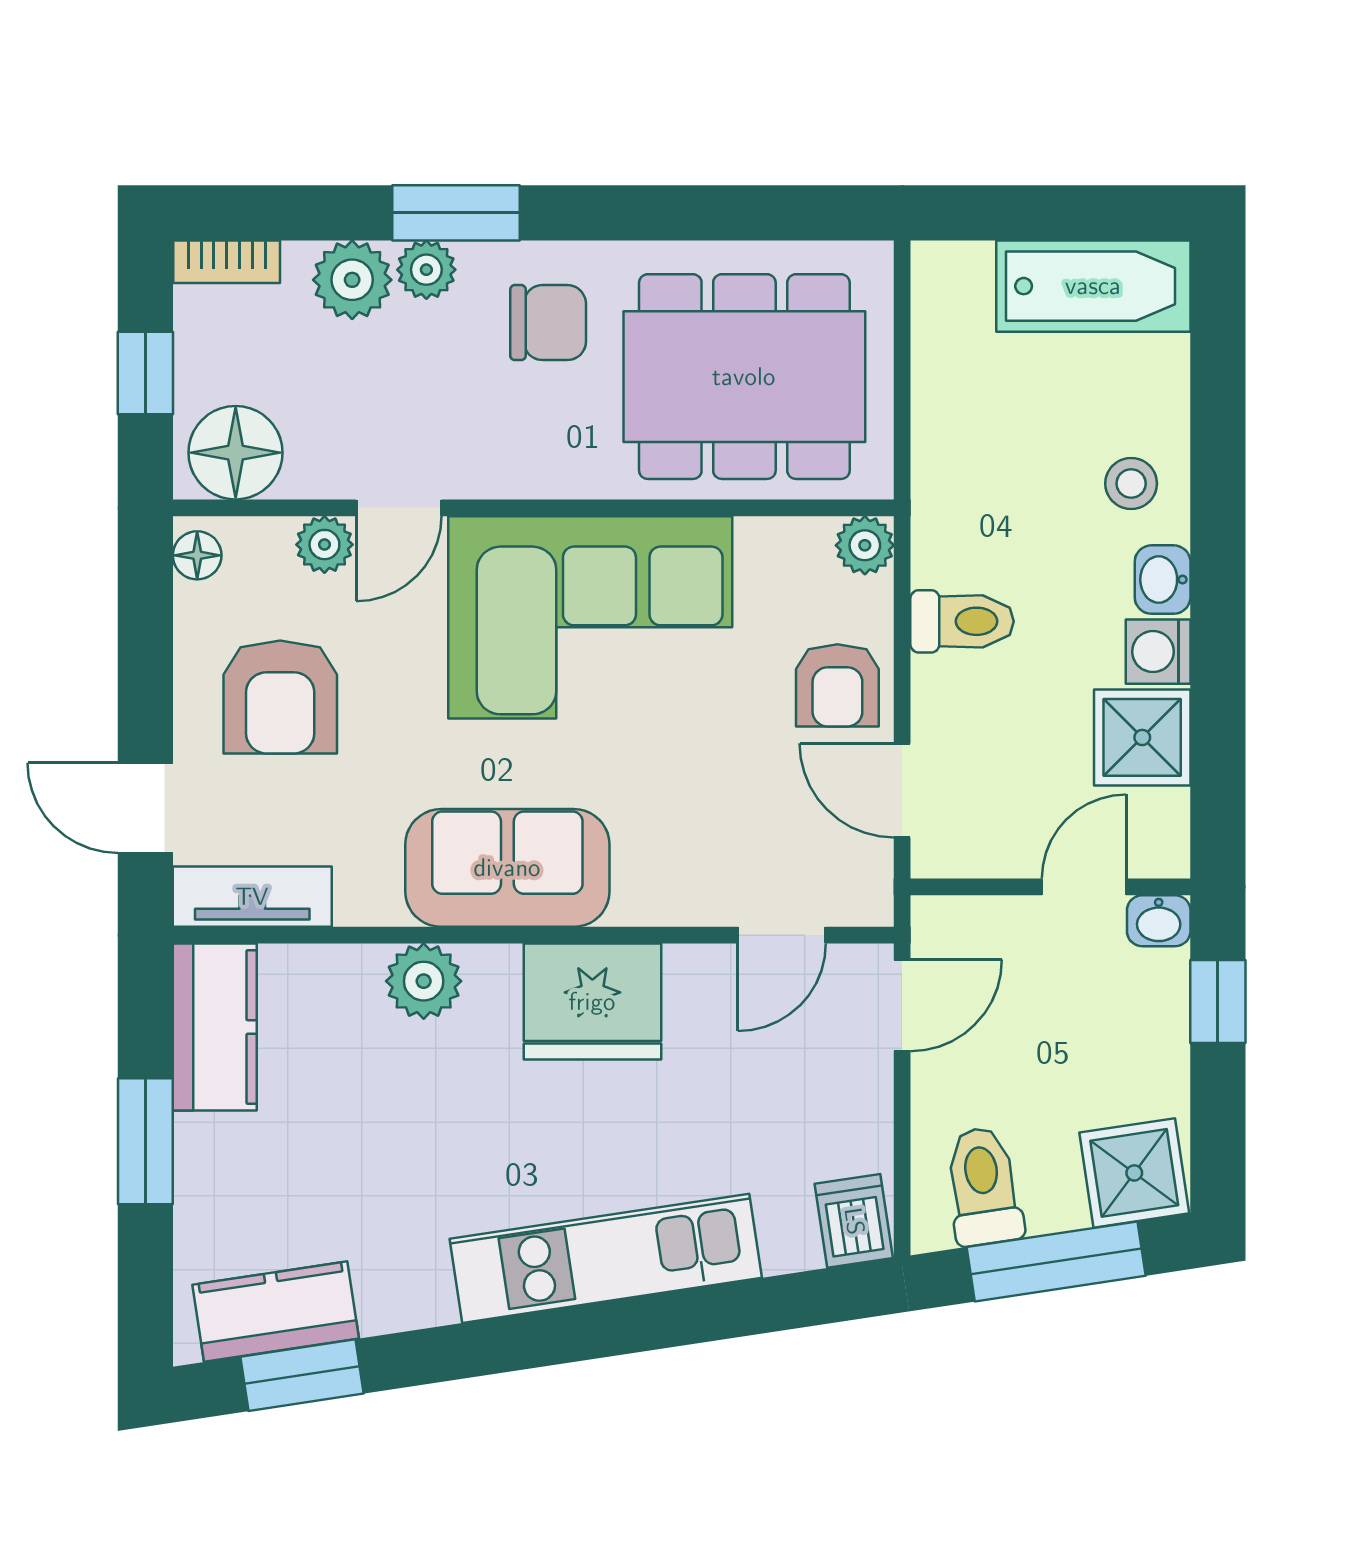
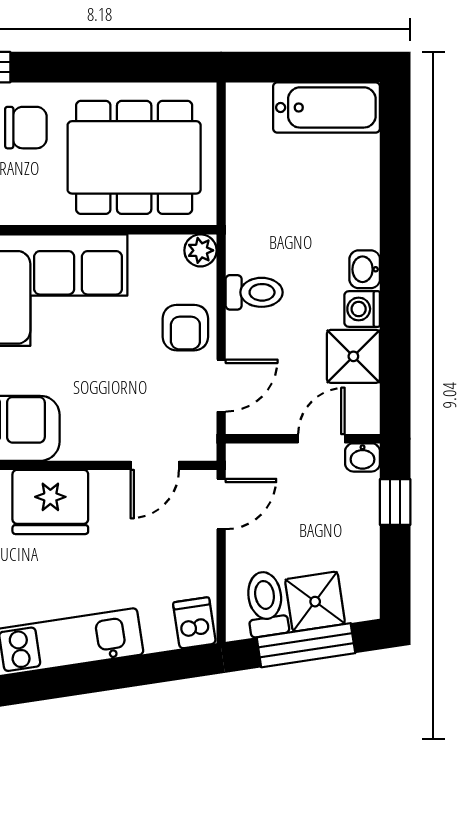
stool: (1131, 484) -> (347, 216), removed
door: (902, 790) -> (221, 386), swing flipped
shower: (1134, 1173) -> (315, 602), moved

